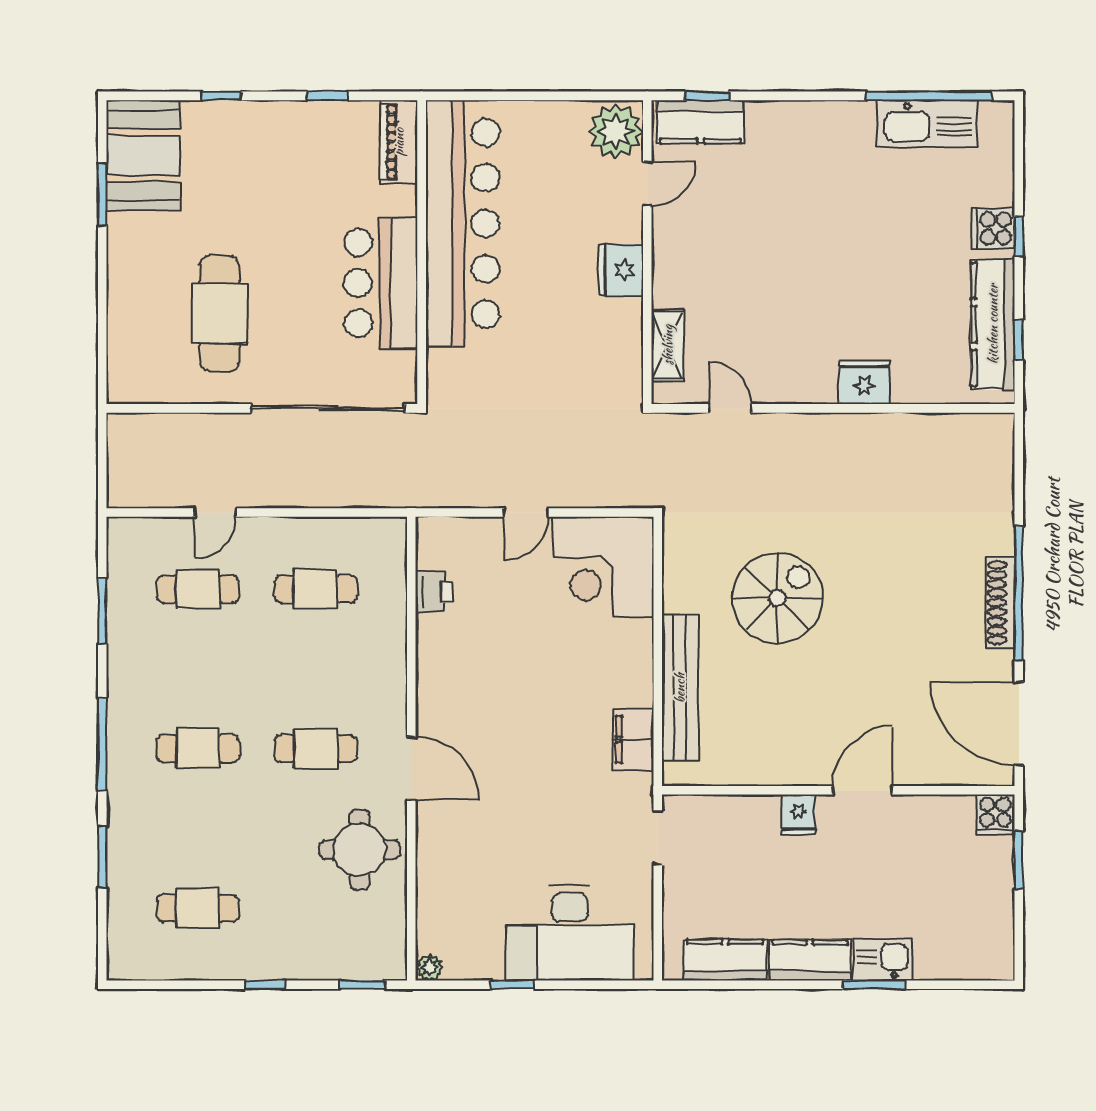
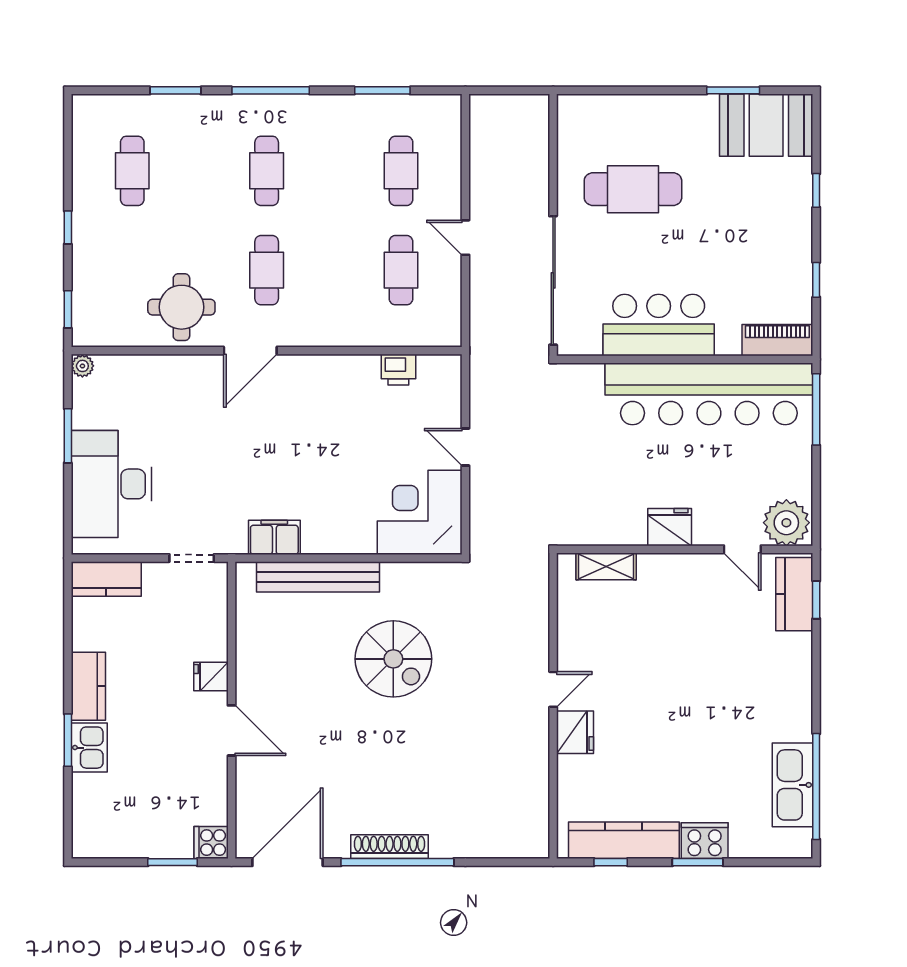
window: (481, 96) -> (816, 409), added
cooker: (993, 228) -> (705, 841), width x1.36
window: (1019, 237) -> (698, 862), width x1.50
door: (730, 408) -> (553, 689), moved
door: (215, 513) -> (465, 238), moved
kitchen counter: (725, 960) -> (106, 579), moved, turned 90
window: (512, 985) -> (68, 436), width x1.50

